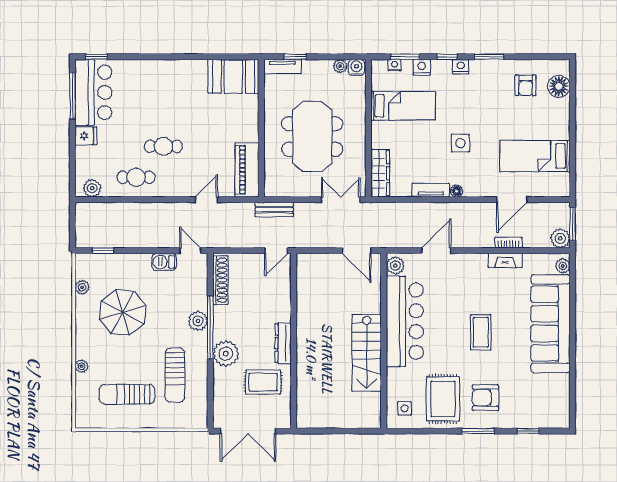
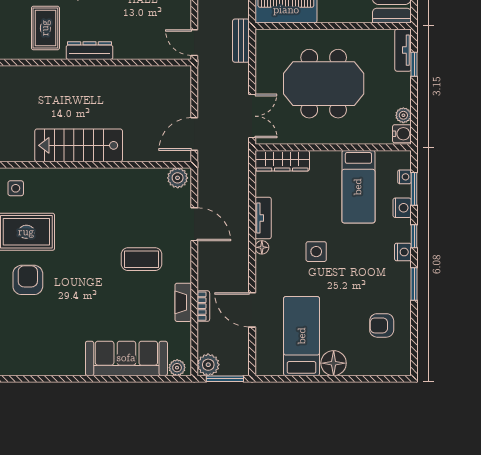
floor lamp: (559, 86) -> (334, 363), moved
bar counter: (405, 321) -> (114, 189), removed
sofa: (550, 324) -> (126, 358), width x0.74, depth x0.79
coffee table: (481, 332) -> (142, 259), moved

